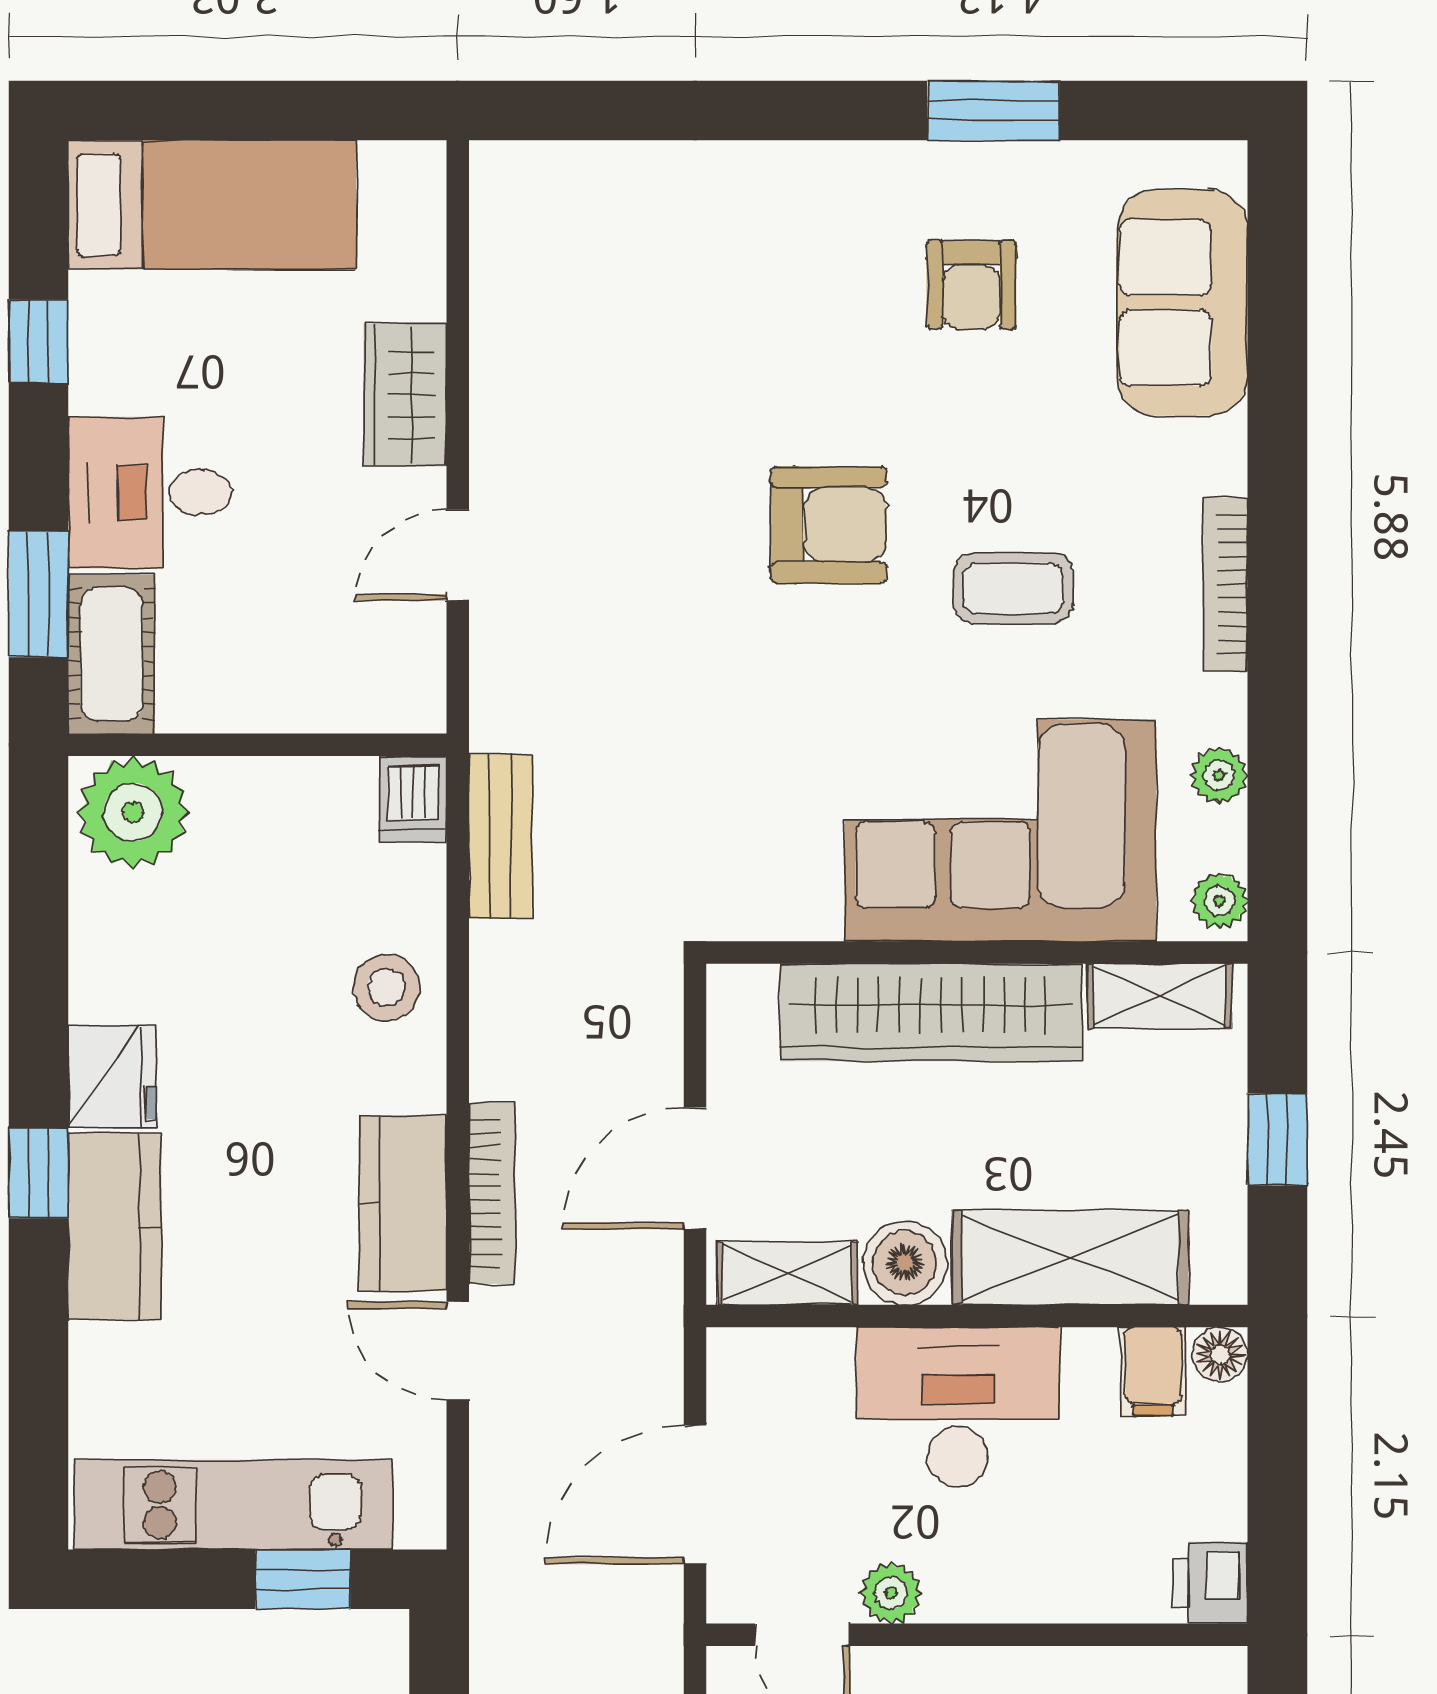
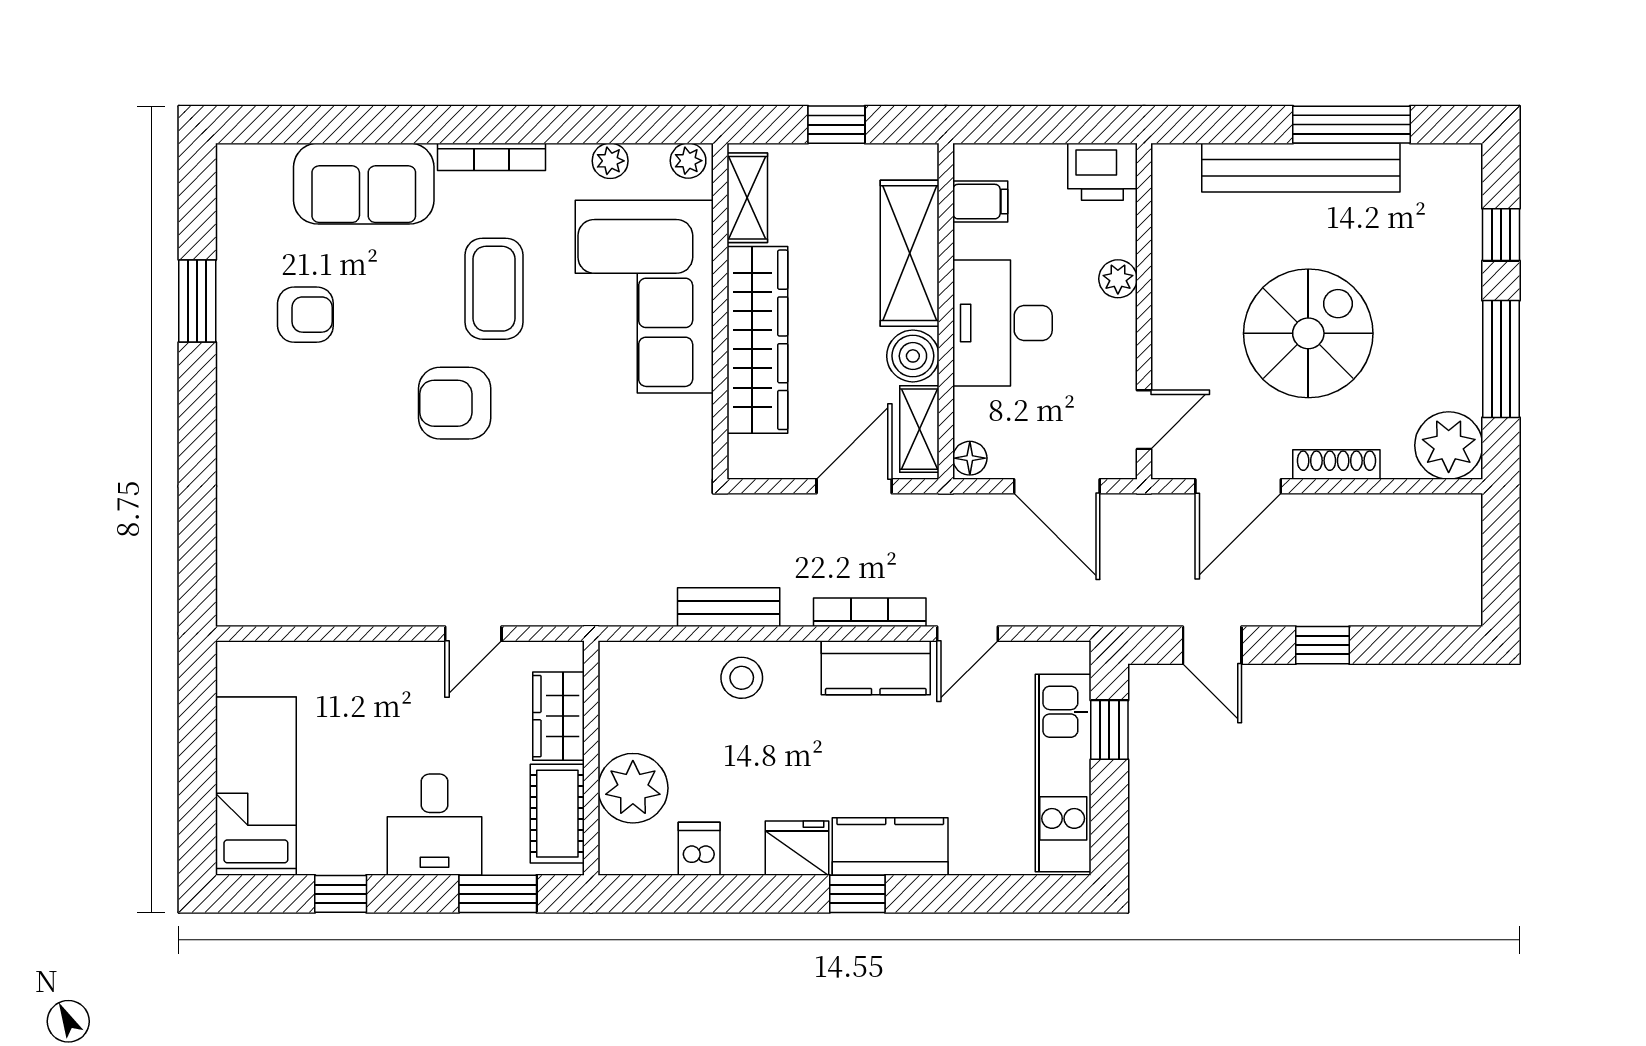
sofa: (1182, 303) -> (364, 184), moved
wardrobe: (405, 395) -> (558, 716), moved, turned 90
armchair: (829, 525) -> (455, 403), turned -90
door: (458, 555) -> (473, 634), hinge flipped
coffee table: (1013, 588) -> (494, 289), width x1.36, depth x1.30
cot: (112, 654) -> (557, 814), moved, turned 90
dishwasher: (413, 799) -> (699, 849), moved, turned -90
plant: (133, 812) -> (633, 788), moved
bench: (500, 836) -> (729, 607), moved
door: (695, 1168) -> (854, 486), swing flipped
floor lamp: (1220, 1354) -> (970, 458), moved
printer: (1210, 1583) -> (1102, 172), width x1.36, depth x1.24
plant: (891, 1593) -> (1118, 279), moved

